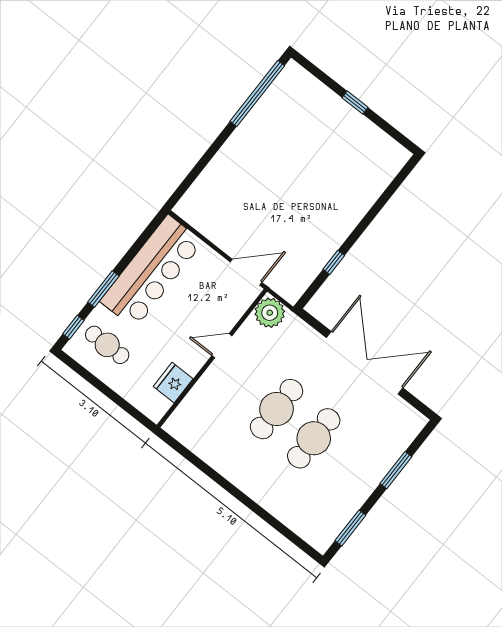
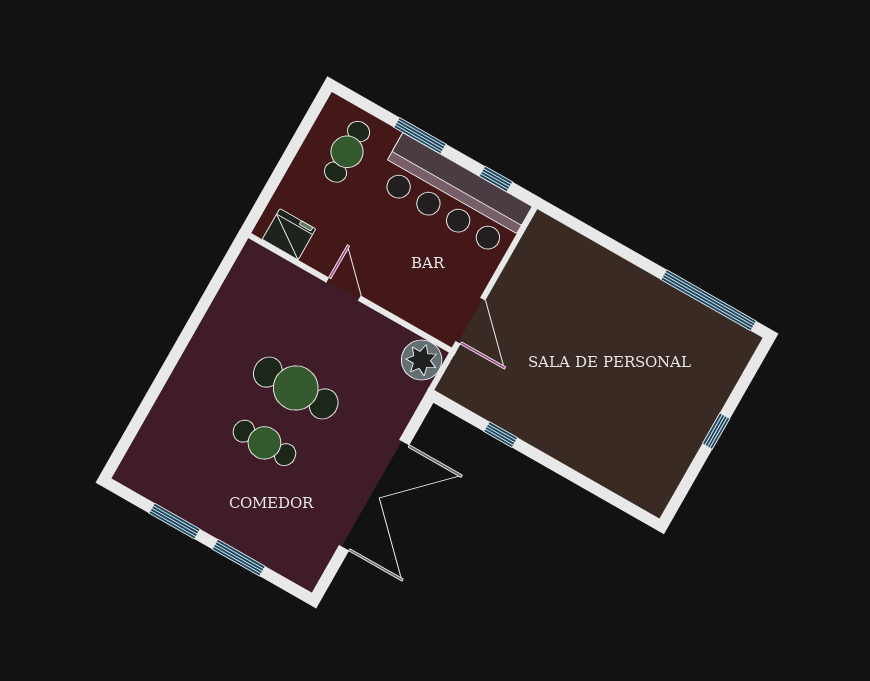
window: (73, 327) -> (496, 179), moved
door: (222, 346) -> (344, 289), moved
fridge: (173, 383) -> (289, 234), moved
cafe table: (314, 438) -> (264, 443), width x0.73, depth x0.74
window: (350, 528) -> (175, 521), moved

